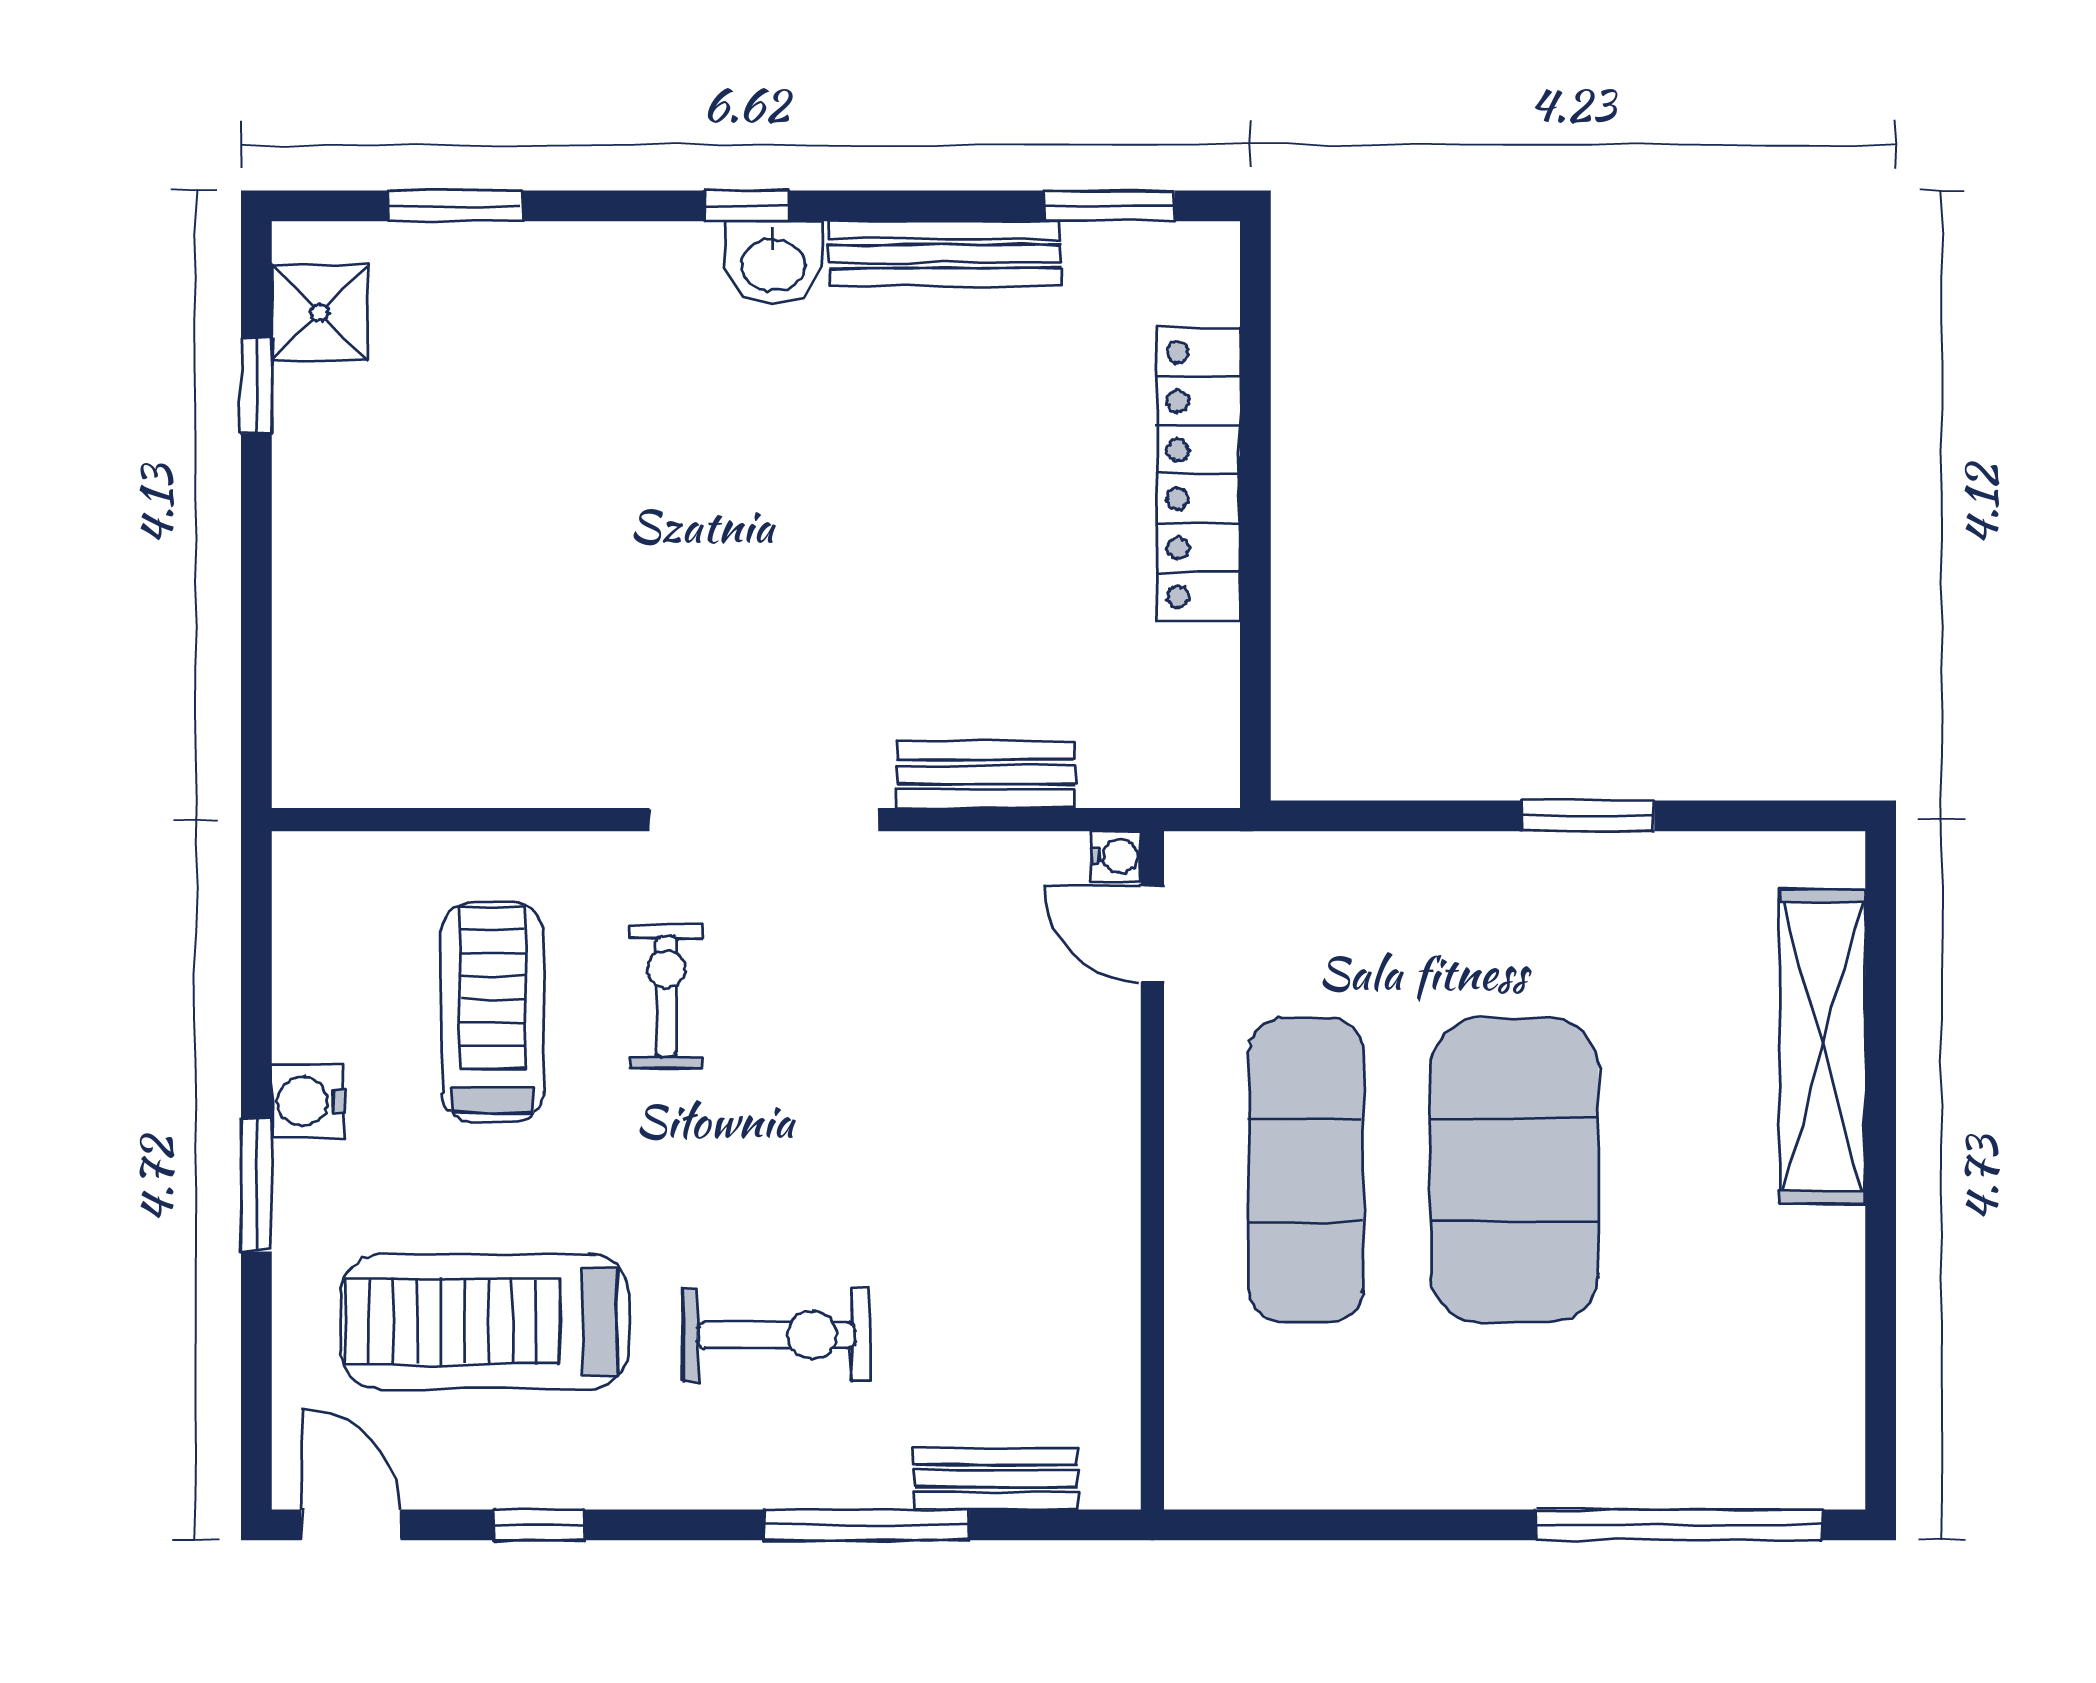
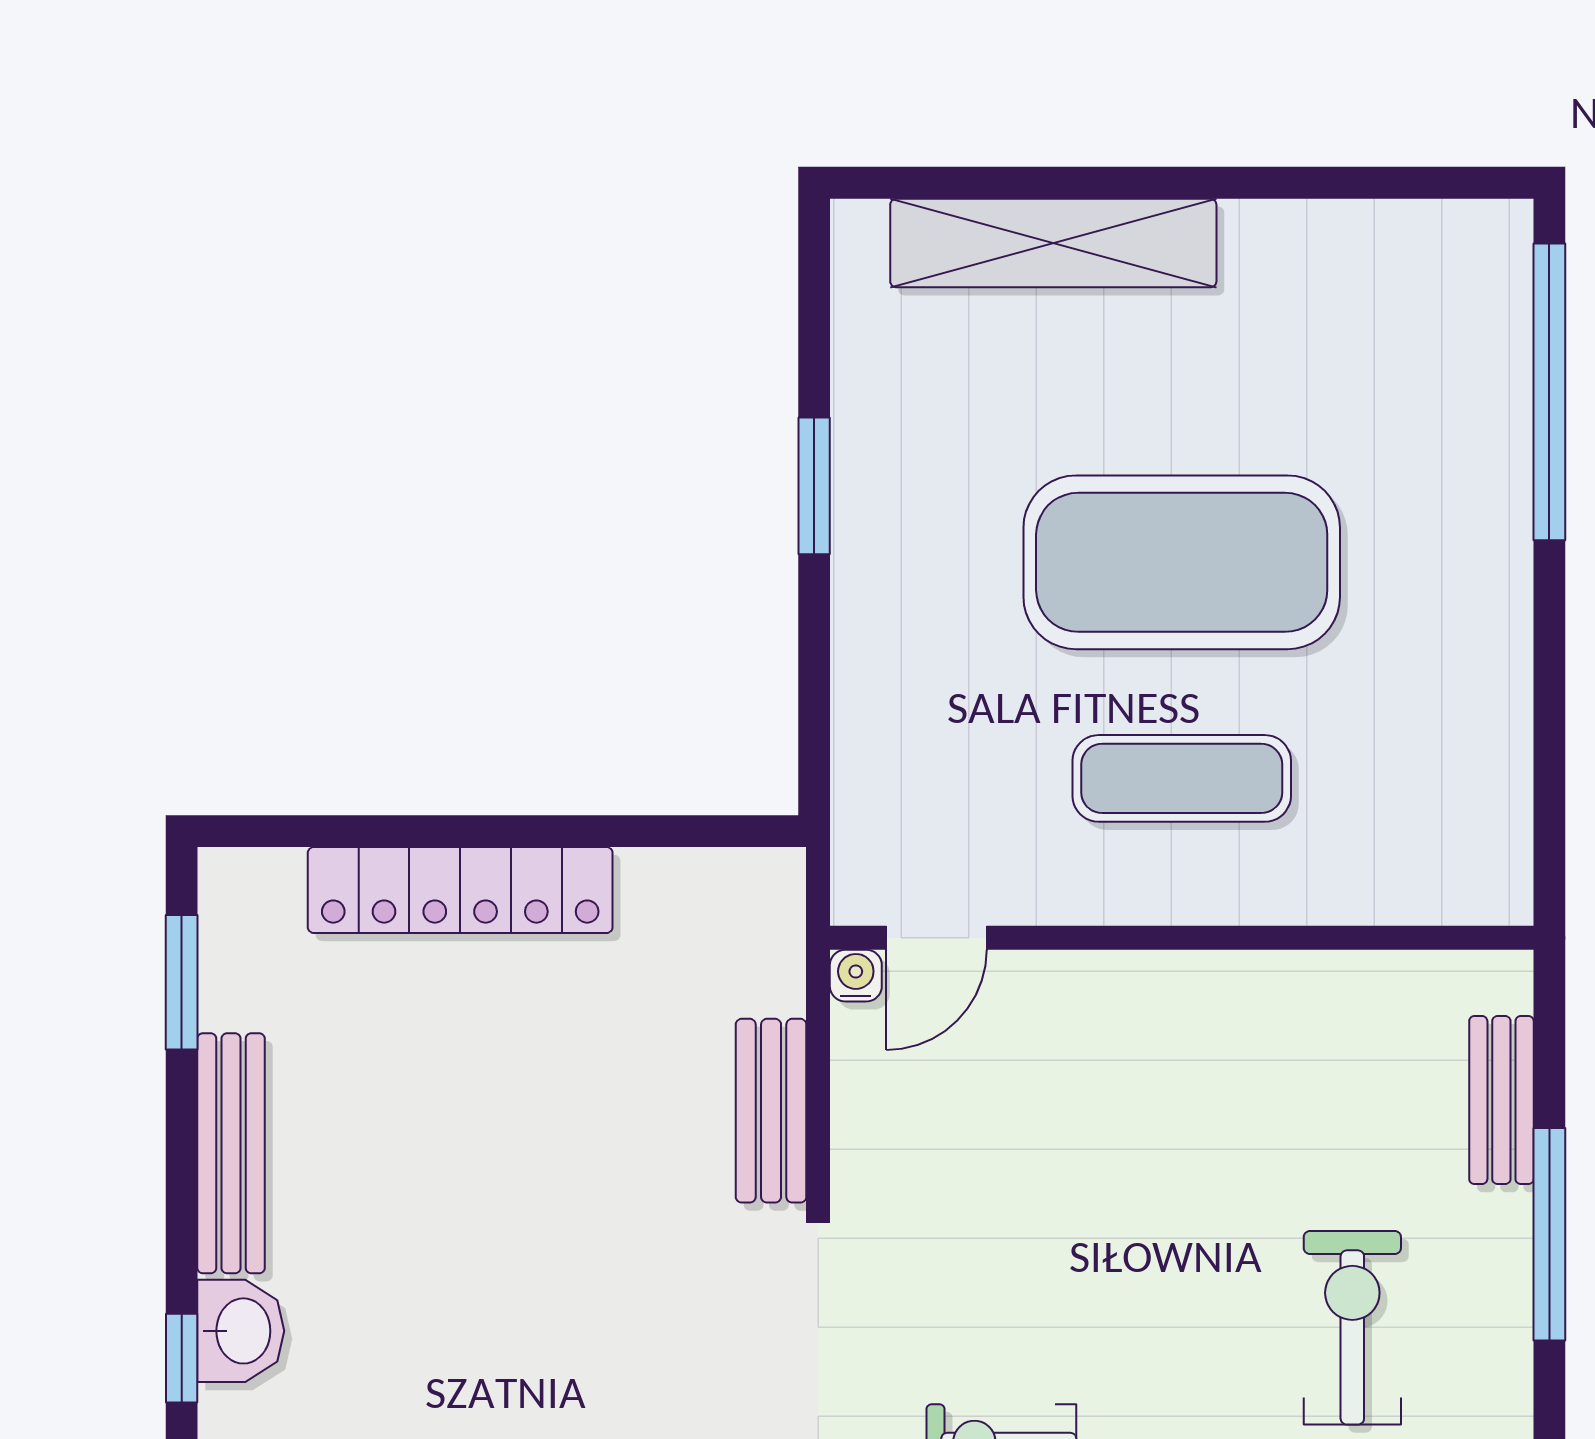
exercise mat: (1306, 1170) -> (1182, 778), width x0.73, depth x0.69

